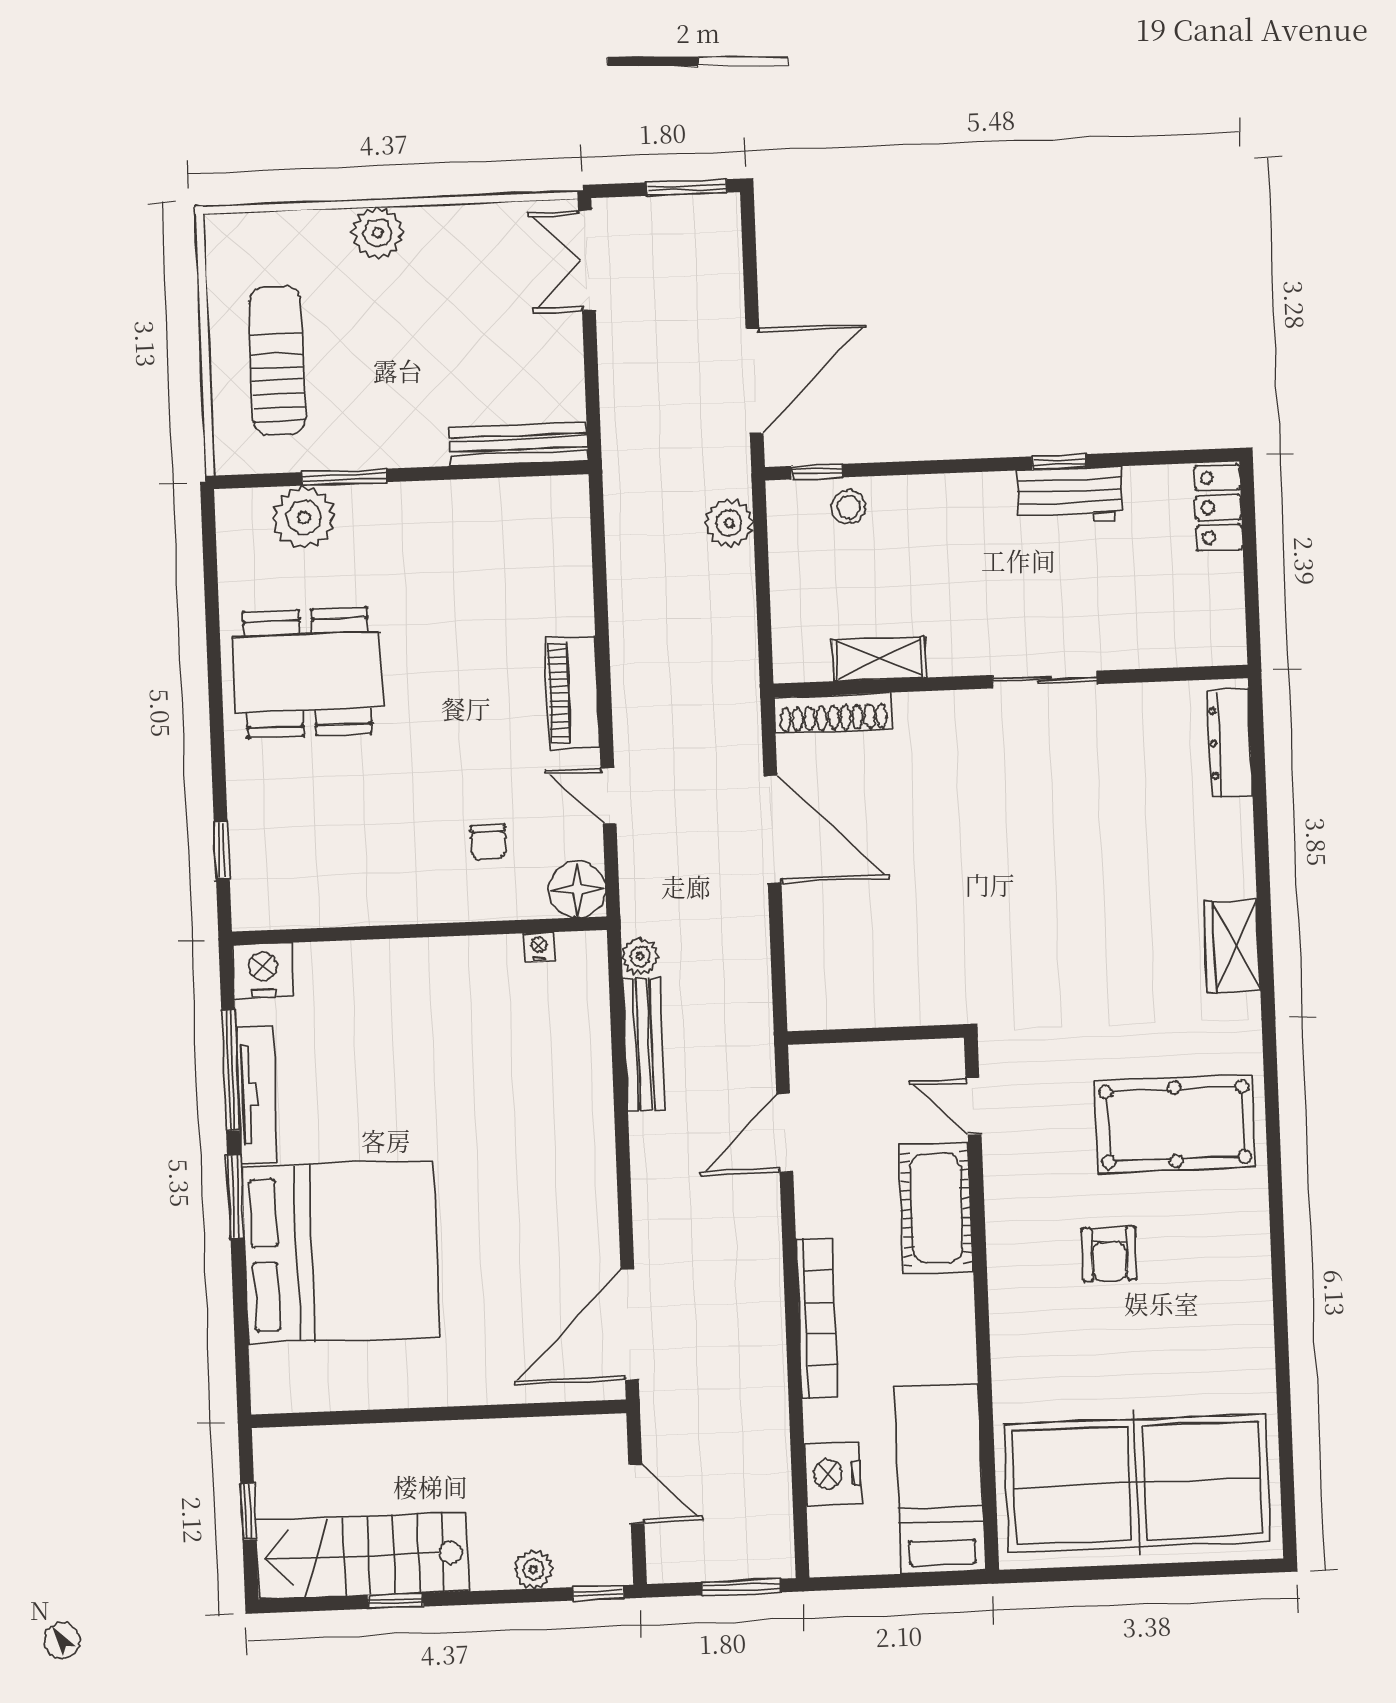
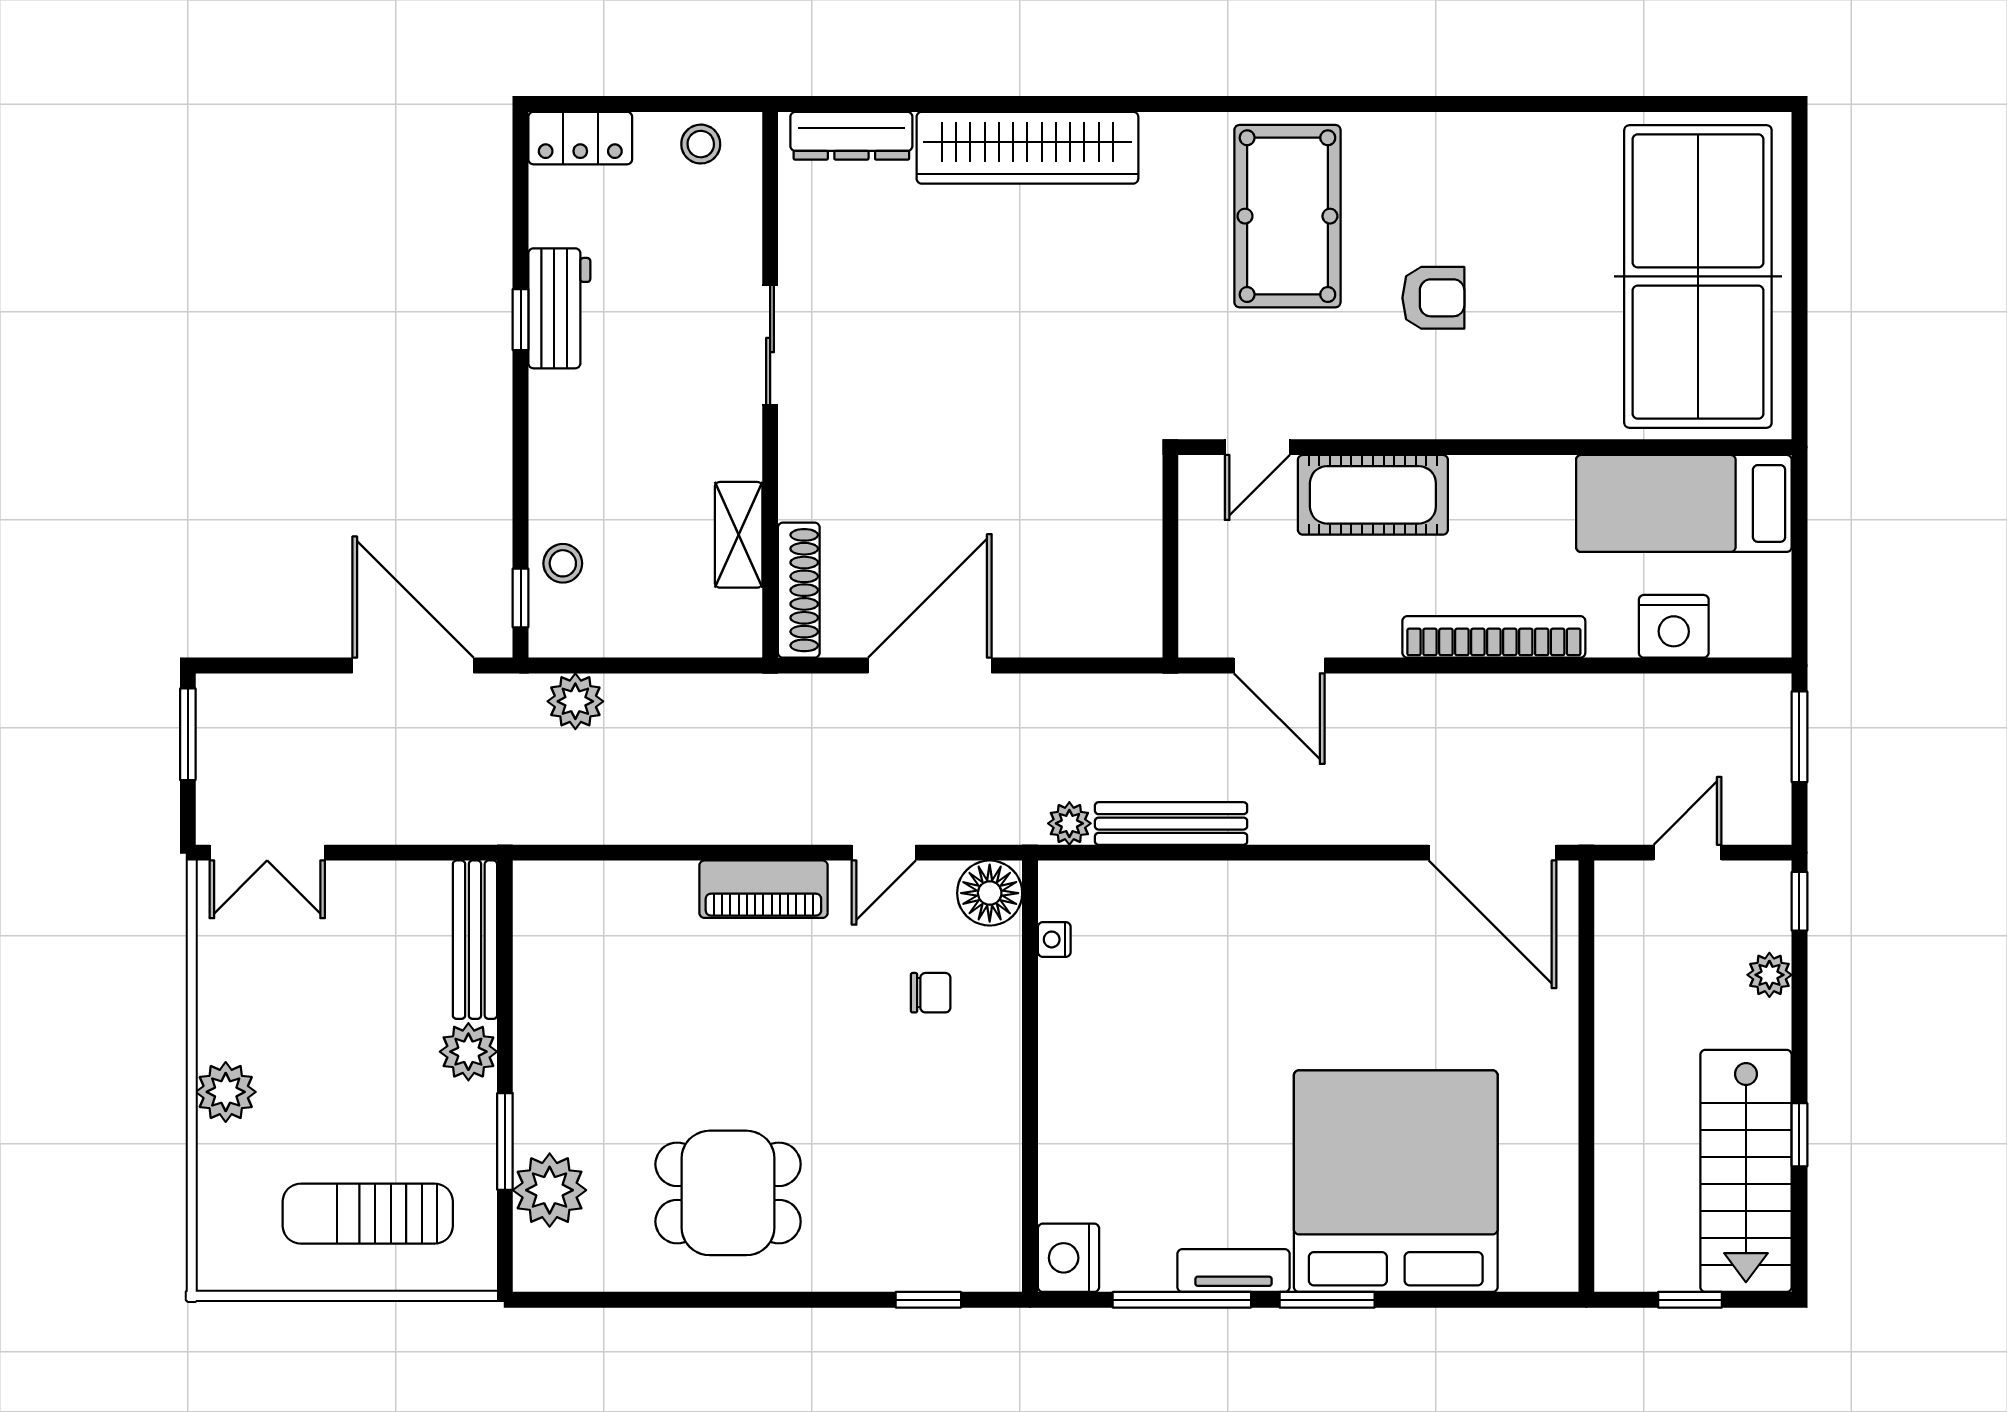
plant: (421, 442) -> (468, 1052), added
stool: (1217, 612) -> (701, 144), added
dining table: (308, 673) -> (728, 1193), width x0.73
wardrobe: (1232, 946) -> (1027, 148), width x2.10, depth x1.17
tv unit: (257, 1094) -> (1234, 1271), width x0.71

